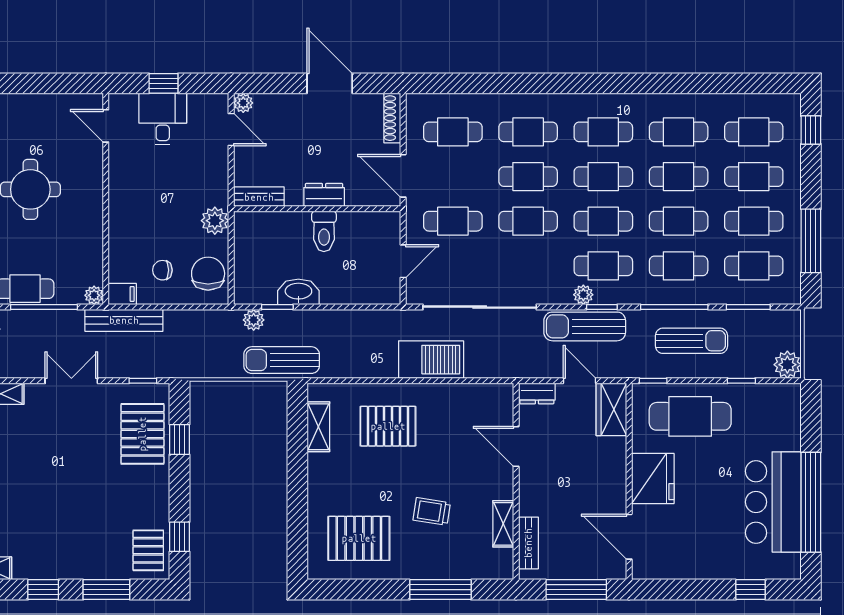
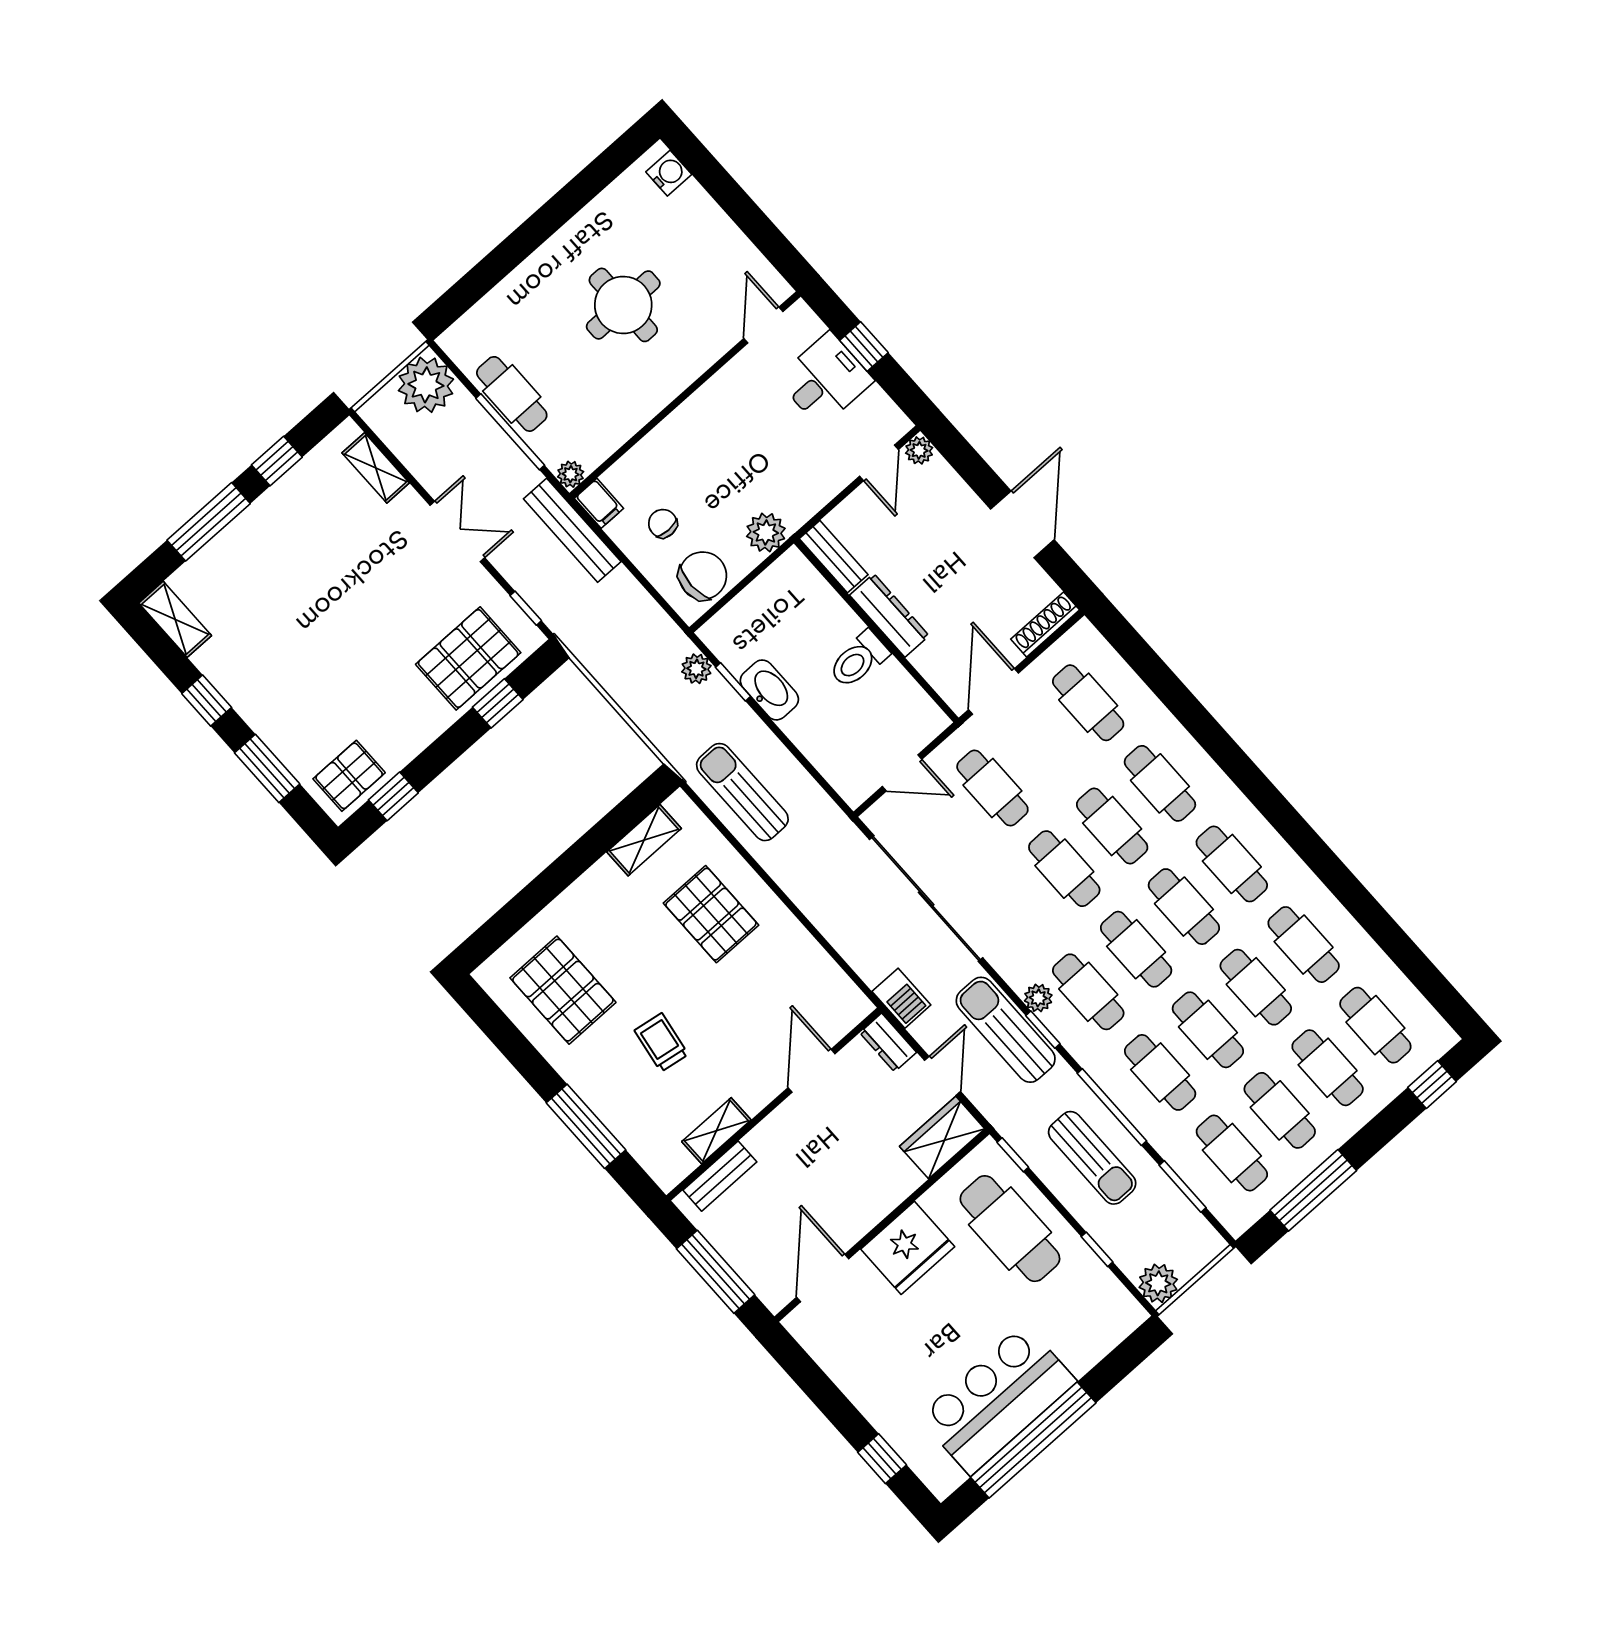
dresser: (324, 195) -> (889, 615), width x1.44
sun lounger: (282, 360) -> (742, 792), moved
barbecue: (431, 360) -> (901, 998), moved, width x0.53, depth x0.65

